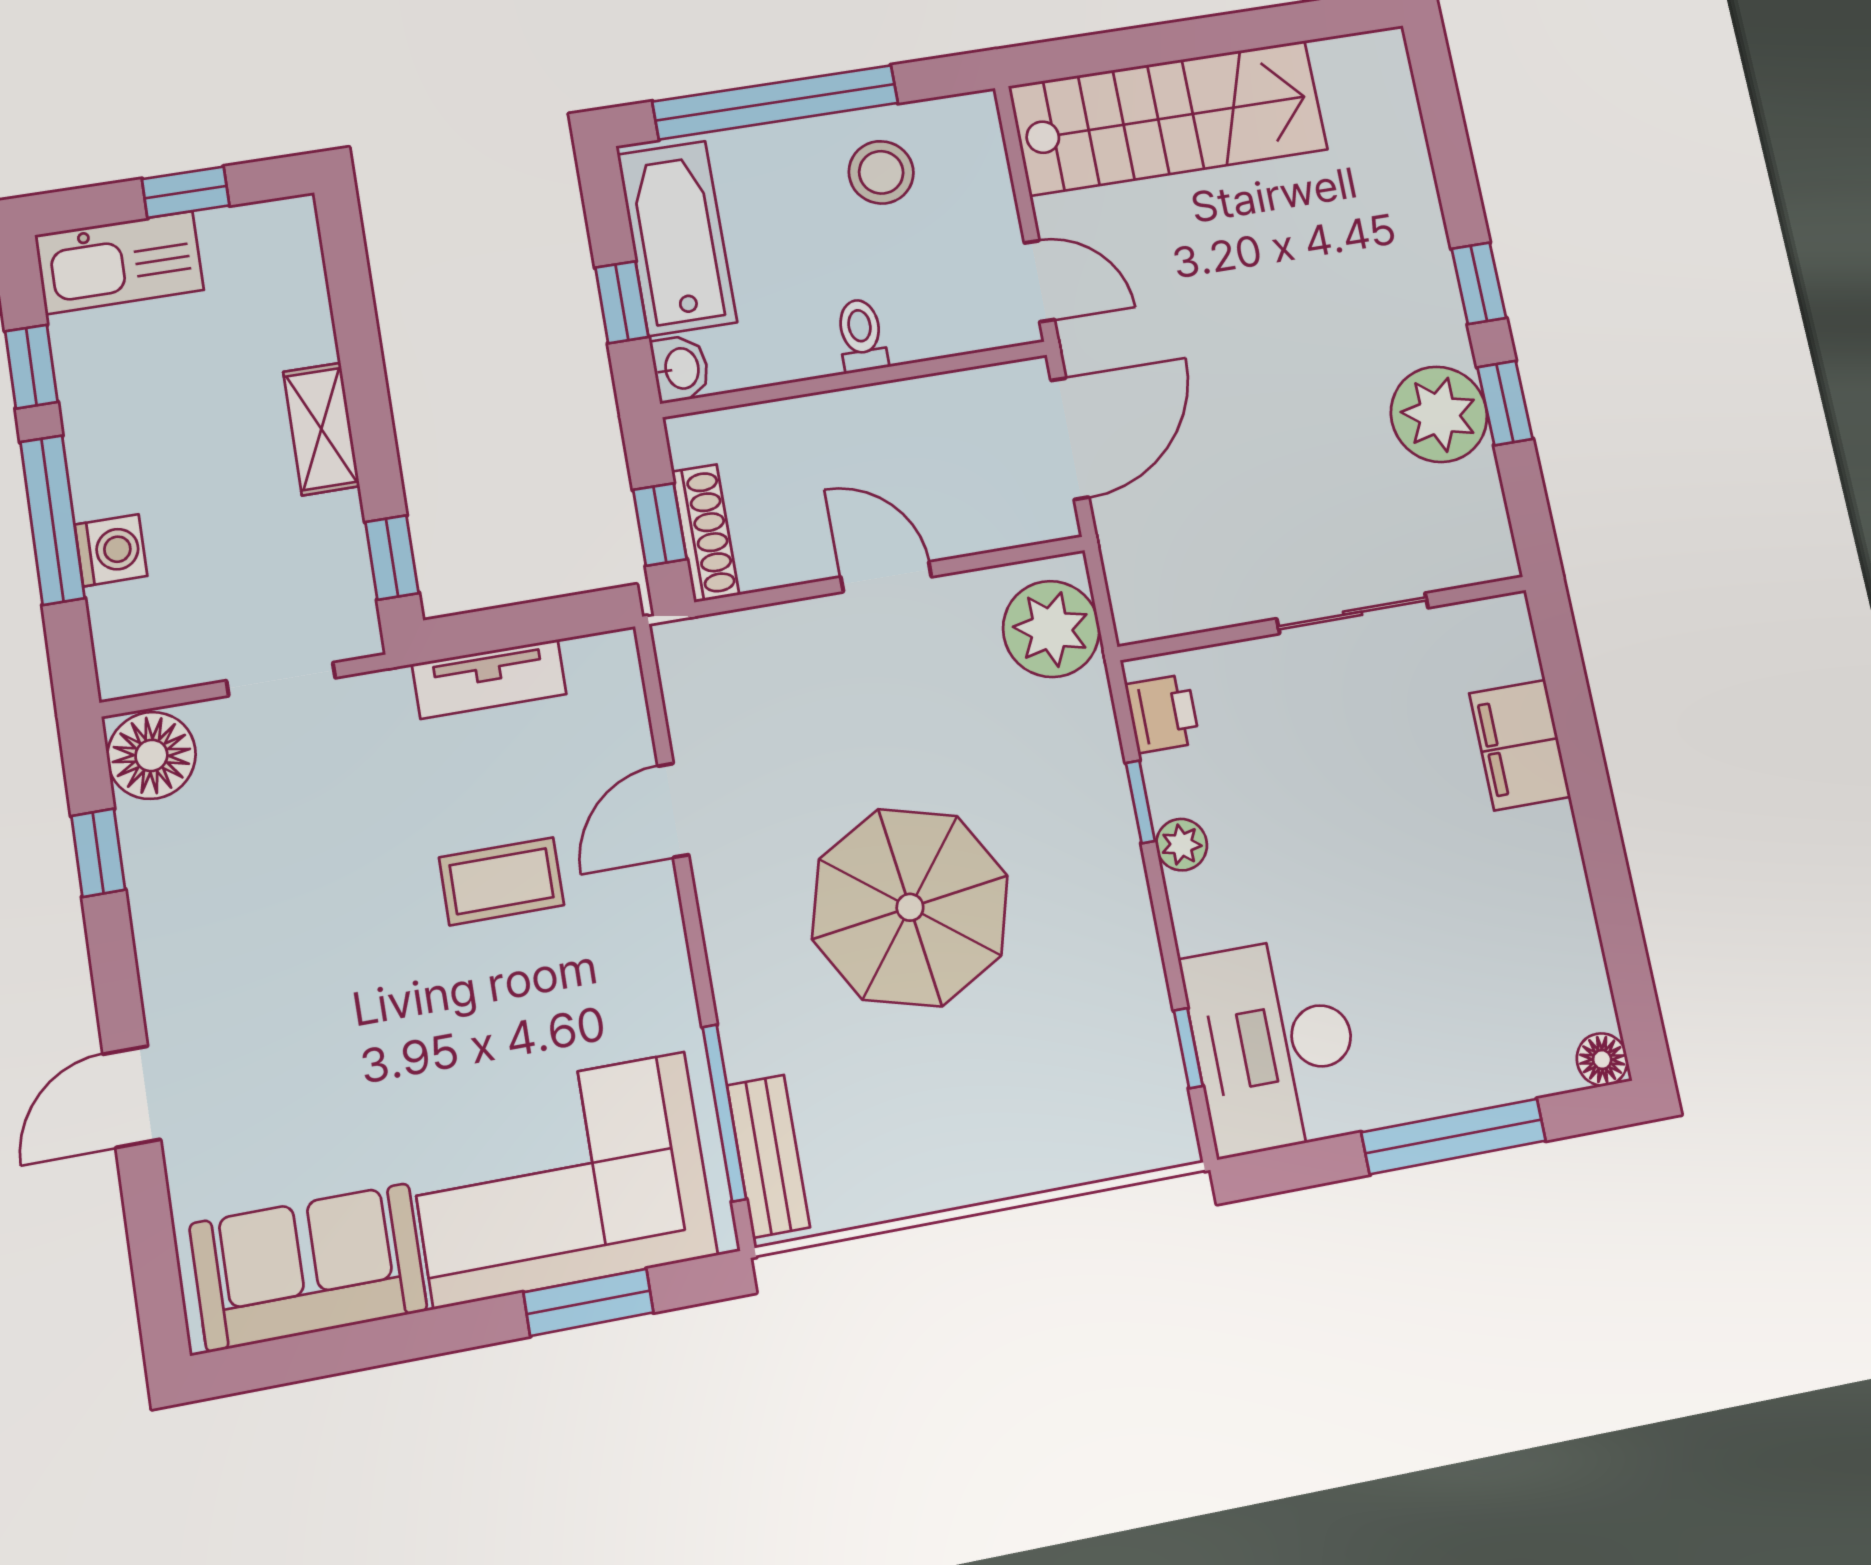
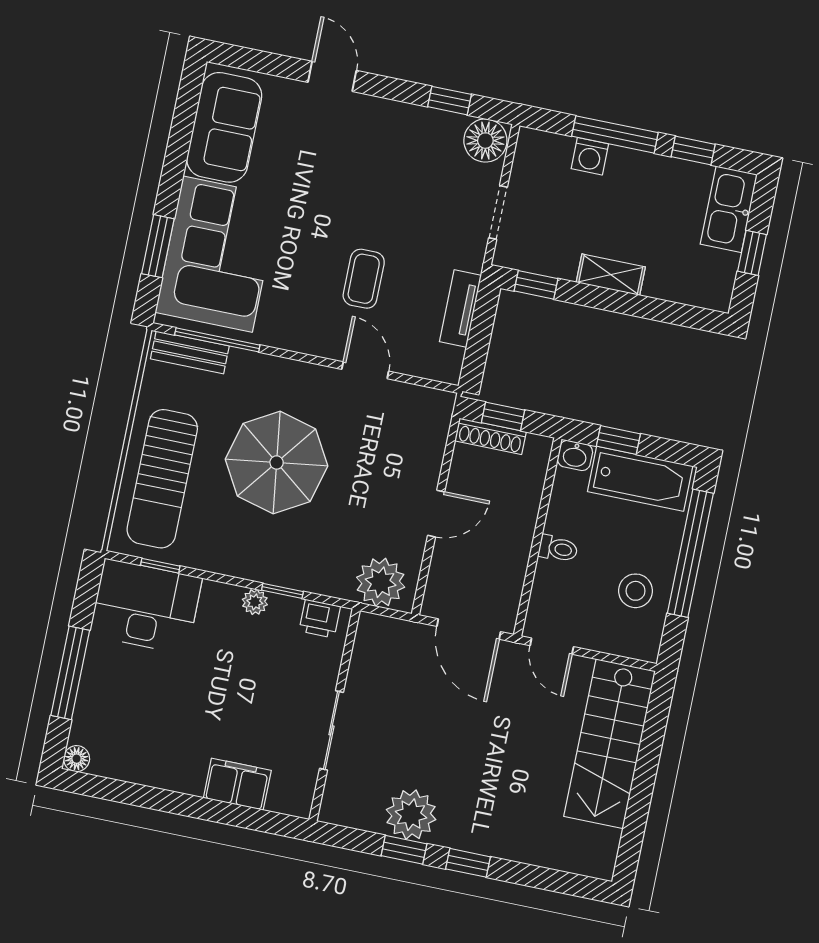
door: (1039, 281) -> (552, 646), hinge flipped
sun lounger: (1026, 1111) -> (162, 479), added

